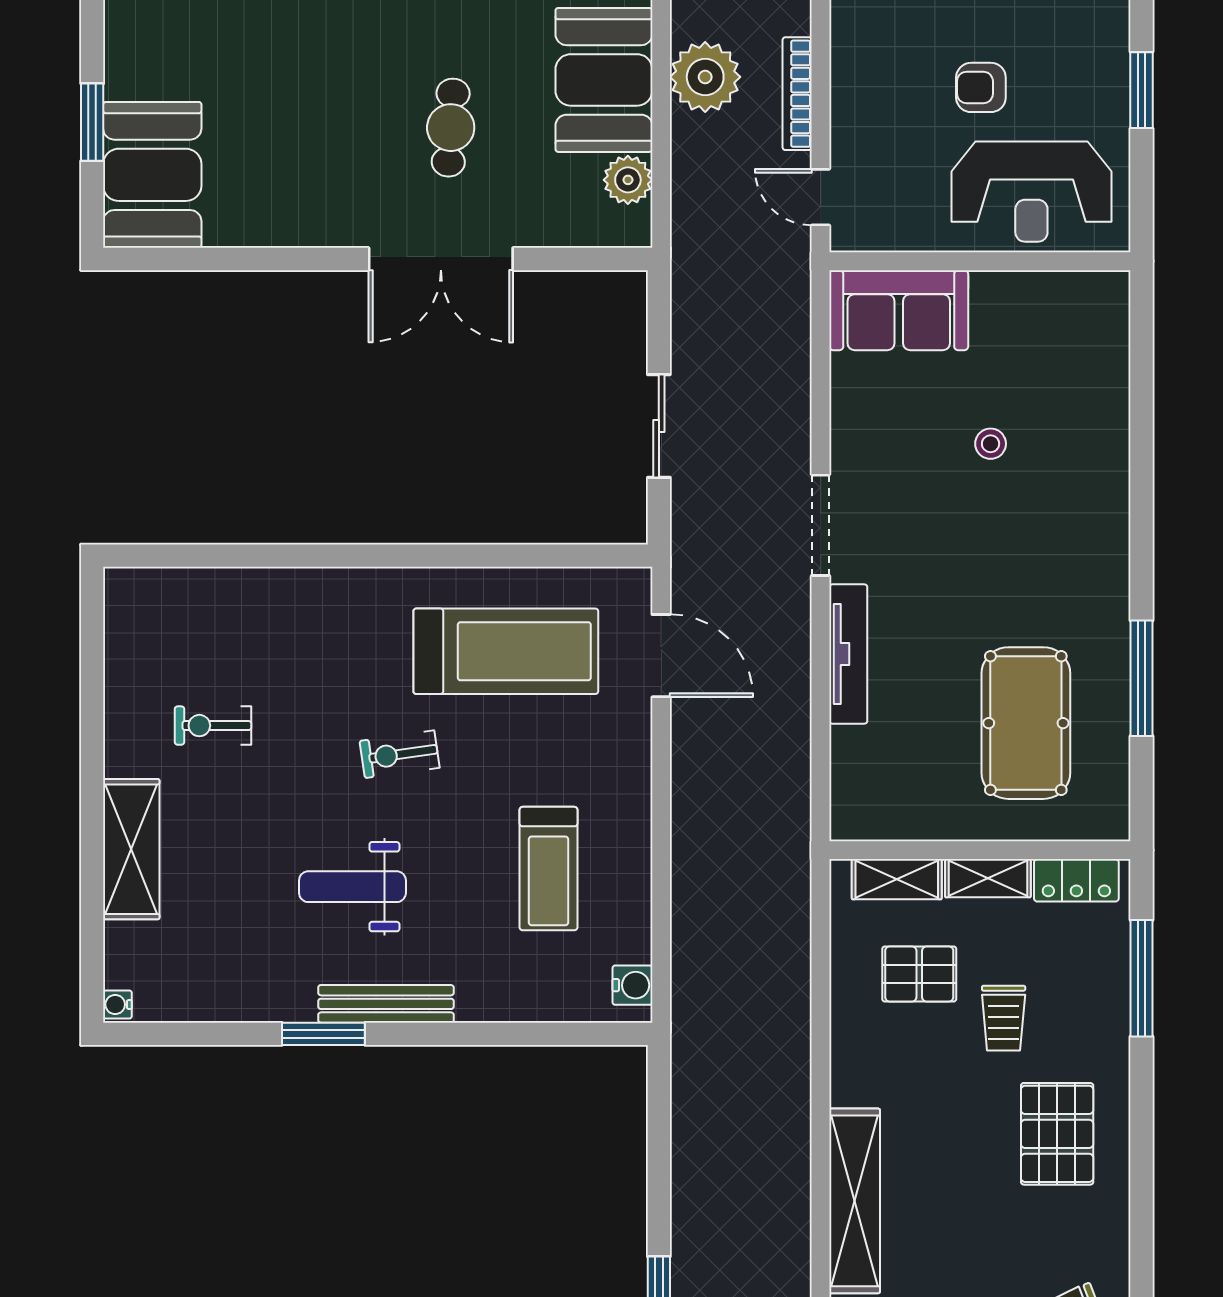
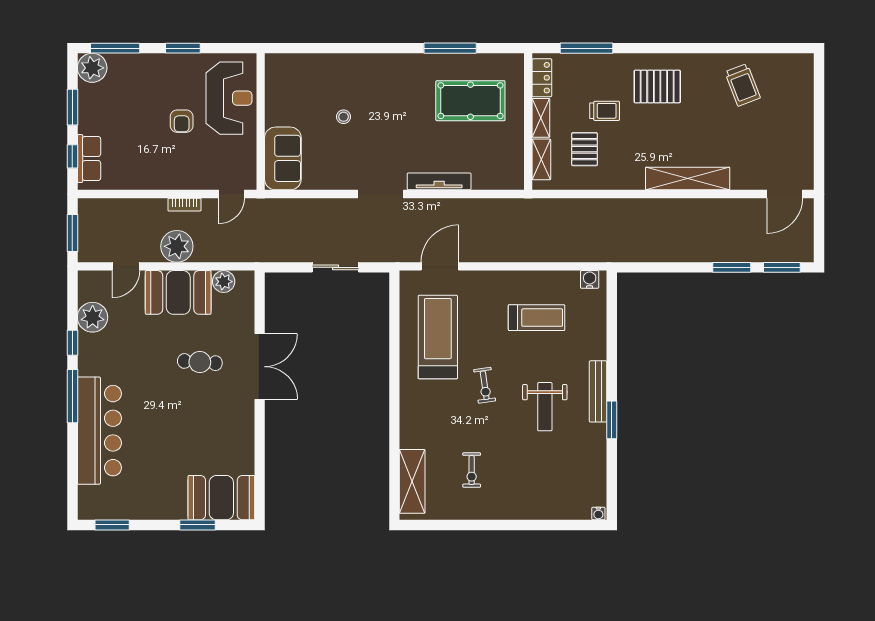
bookcase: (797, 94) -> (184, 205), width x0.64
shelving: (131, 849) -> (412, 481), moved, turned 90

